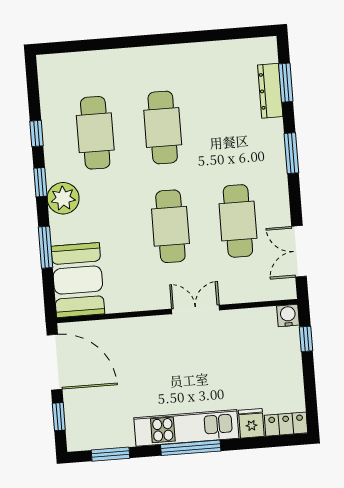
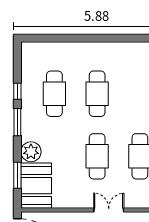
window: (40, 182) -> (17, 122), width x1.50
plant: (63, 198) -> (31, 152), moved
window: (45, 247) -> (17, 175), moved

